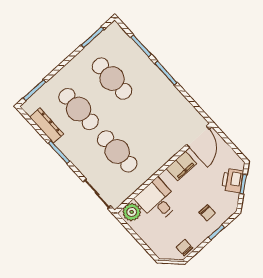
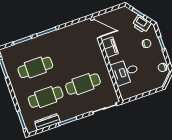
printer: (233, 181) -> (142, 24), moved
plant: (132, 212) -> (125, 91), removed

